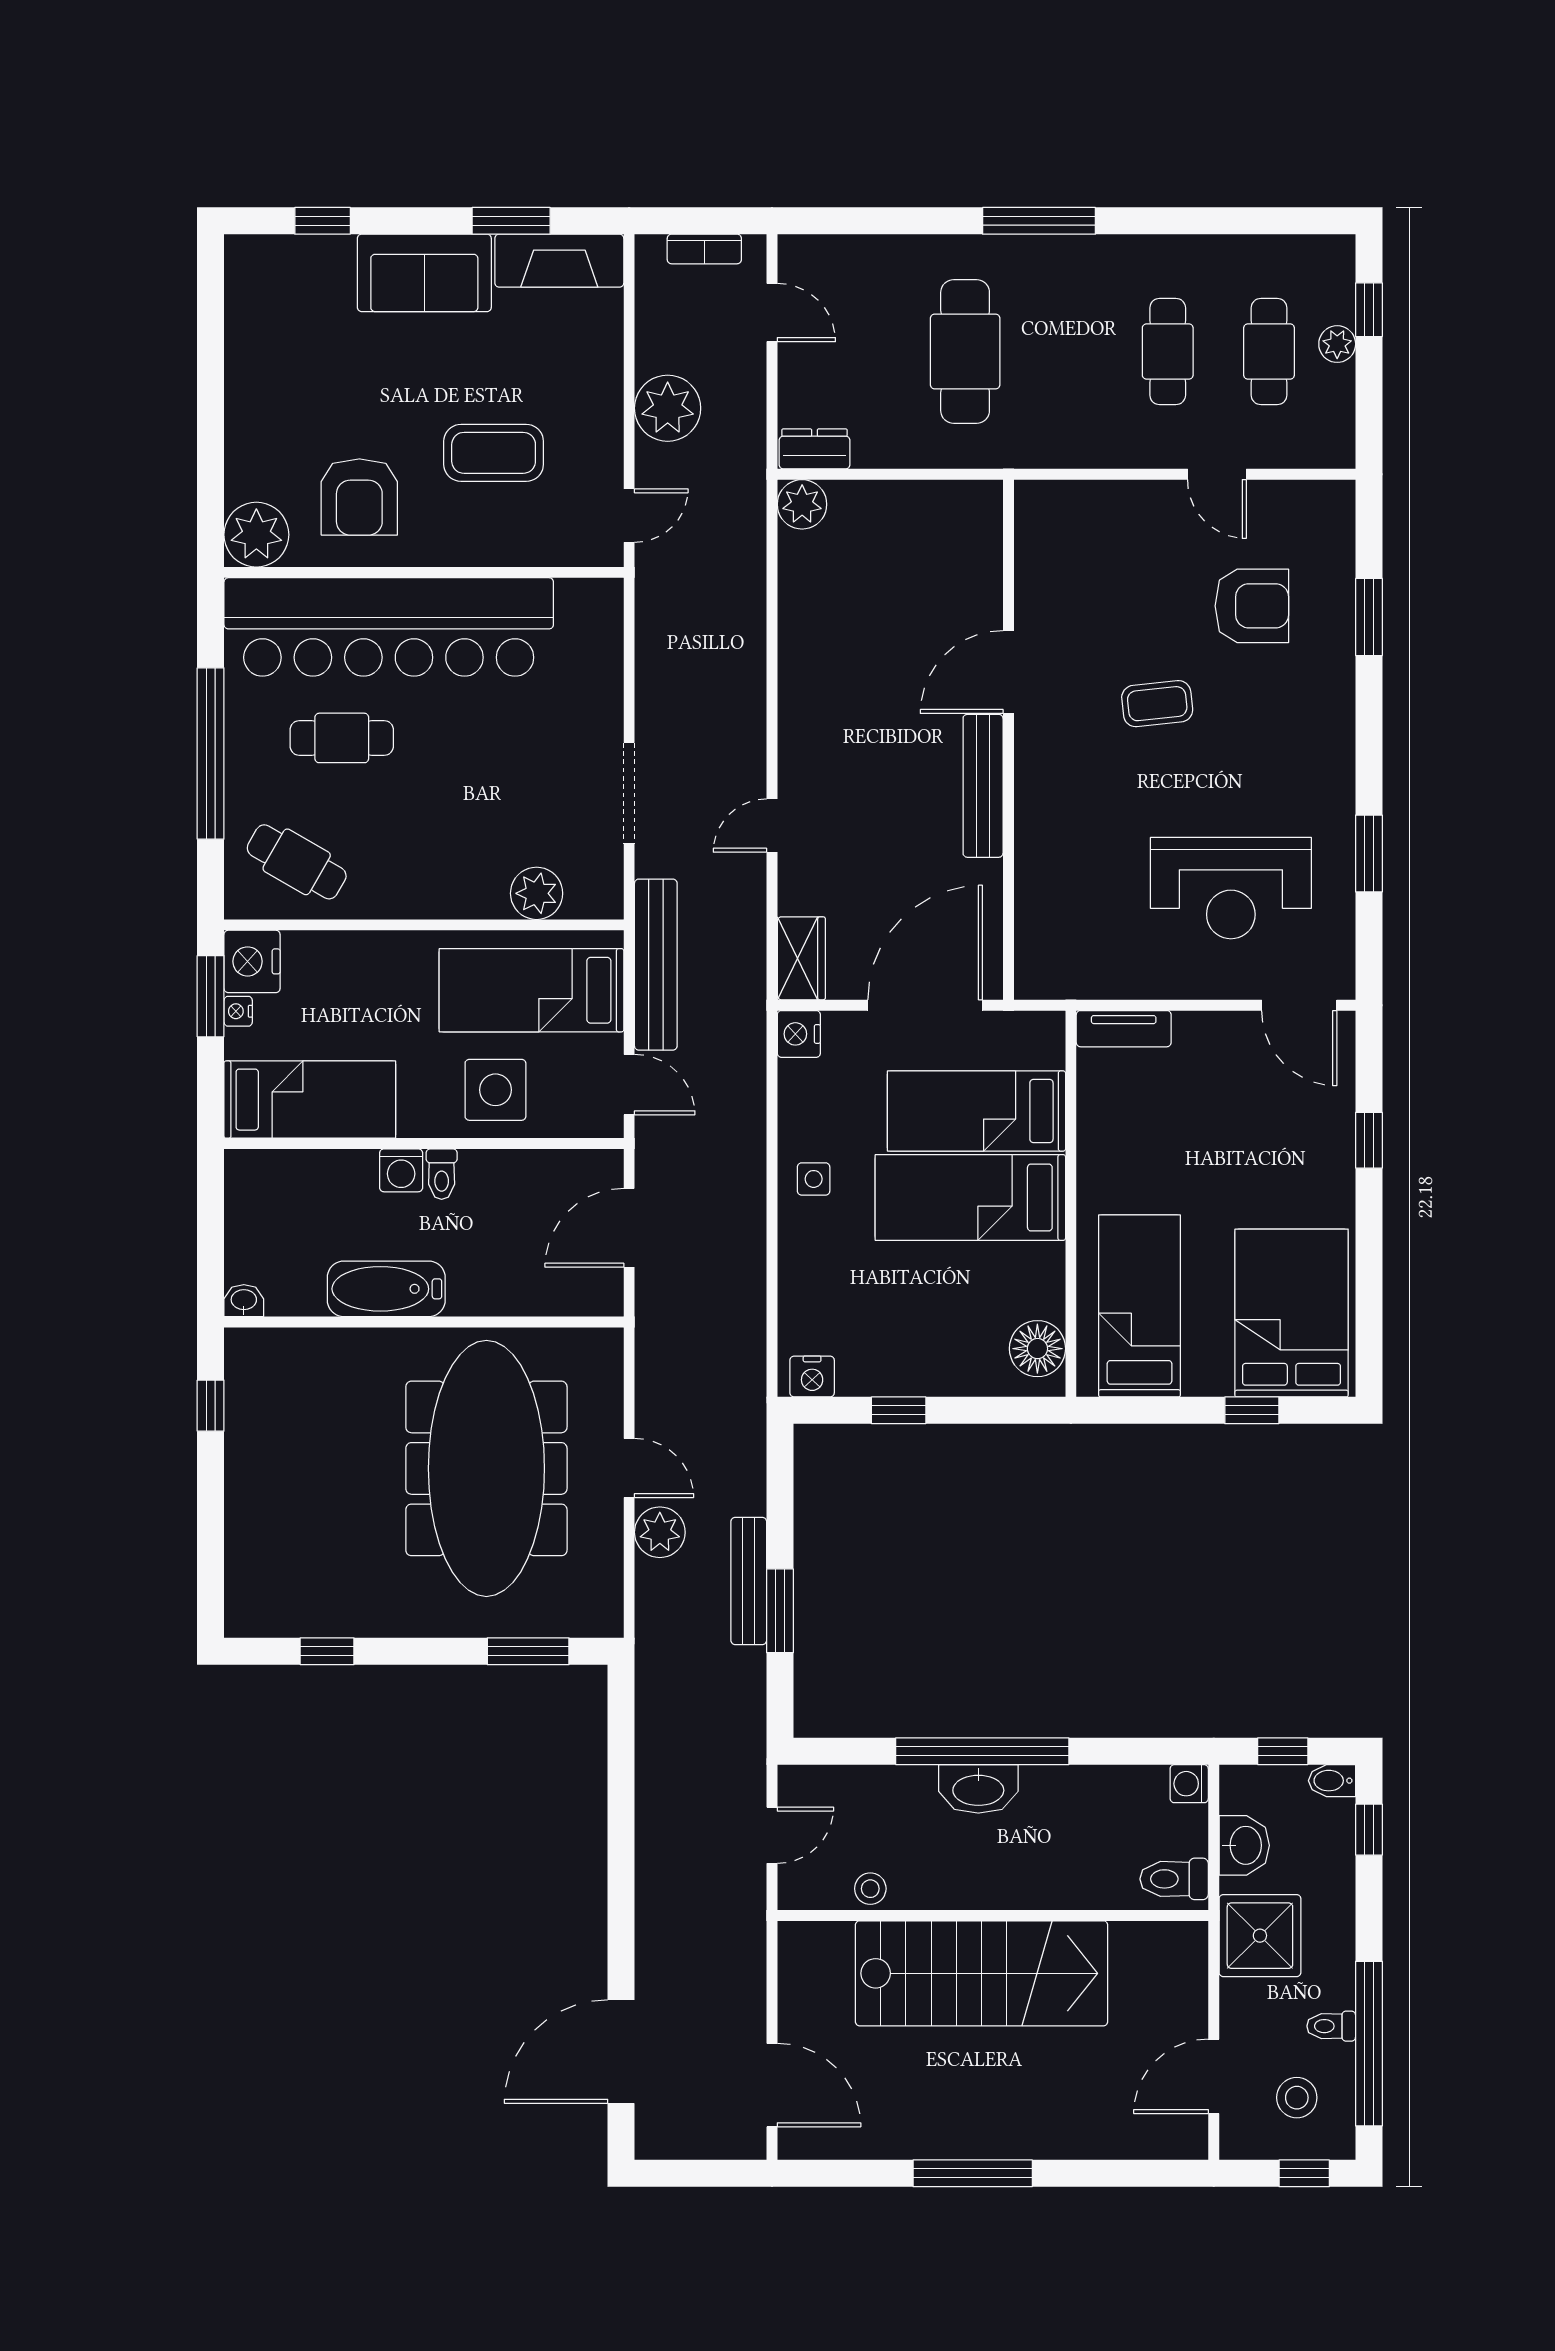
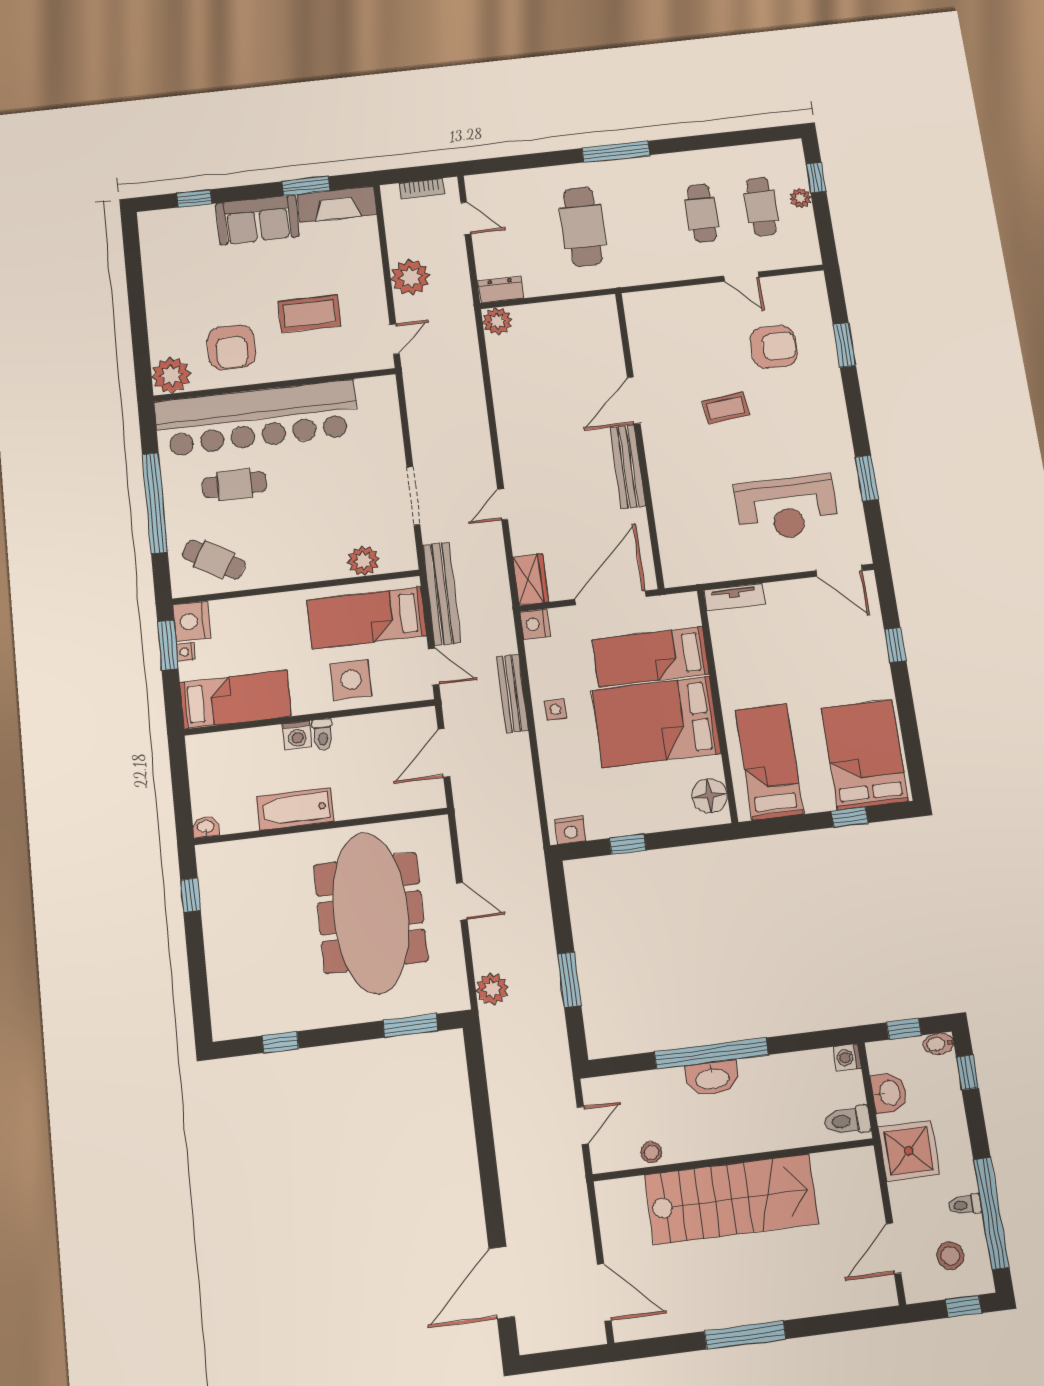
bed: (970, 1197) -> (656, 722), width x1.50
plant: (660, 1532) -> (492, 989), moved
bench: (749, 1581) -> (512, 694), moved

